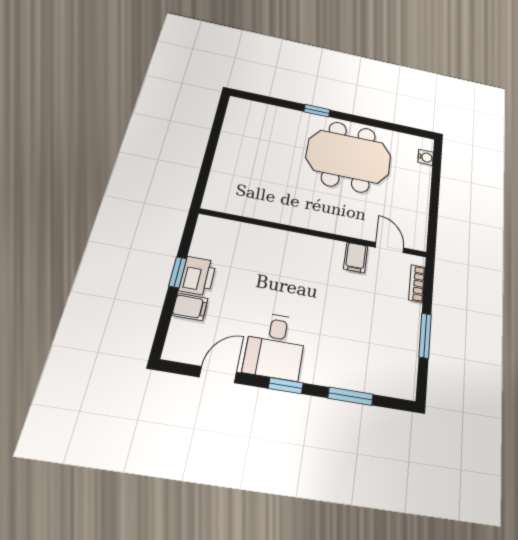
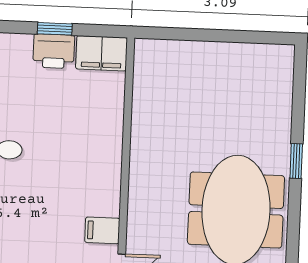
filing cabinet: (190, 307) -> (102, 53), moved, width x2.00

